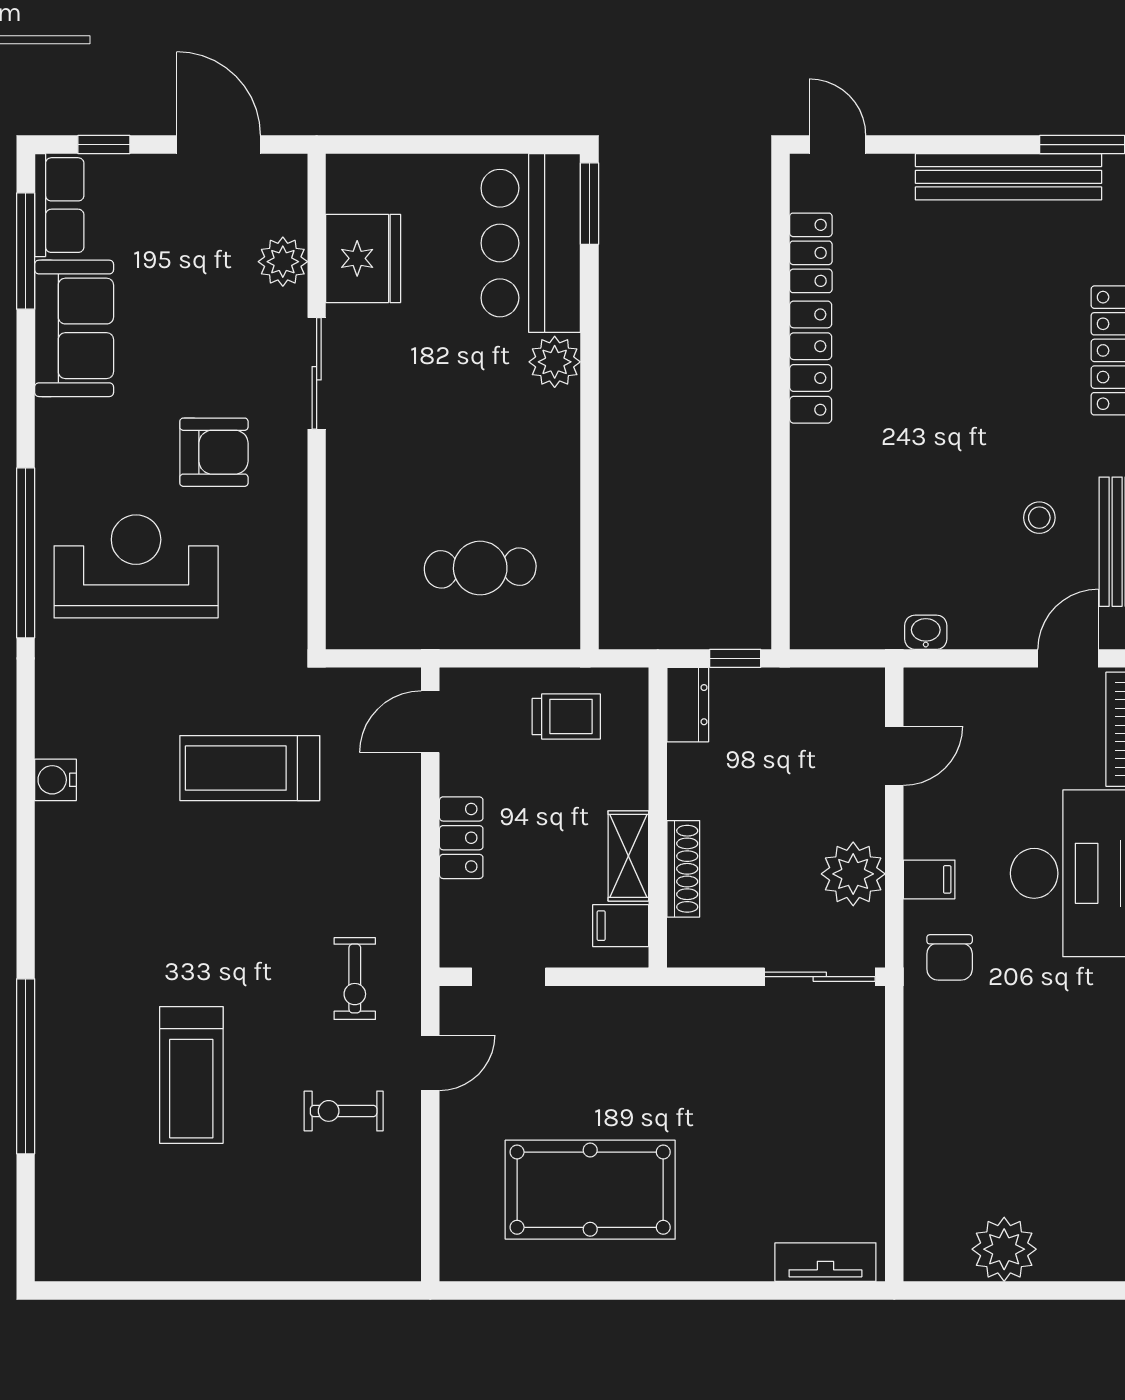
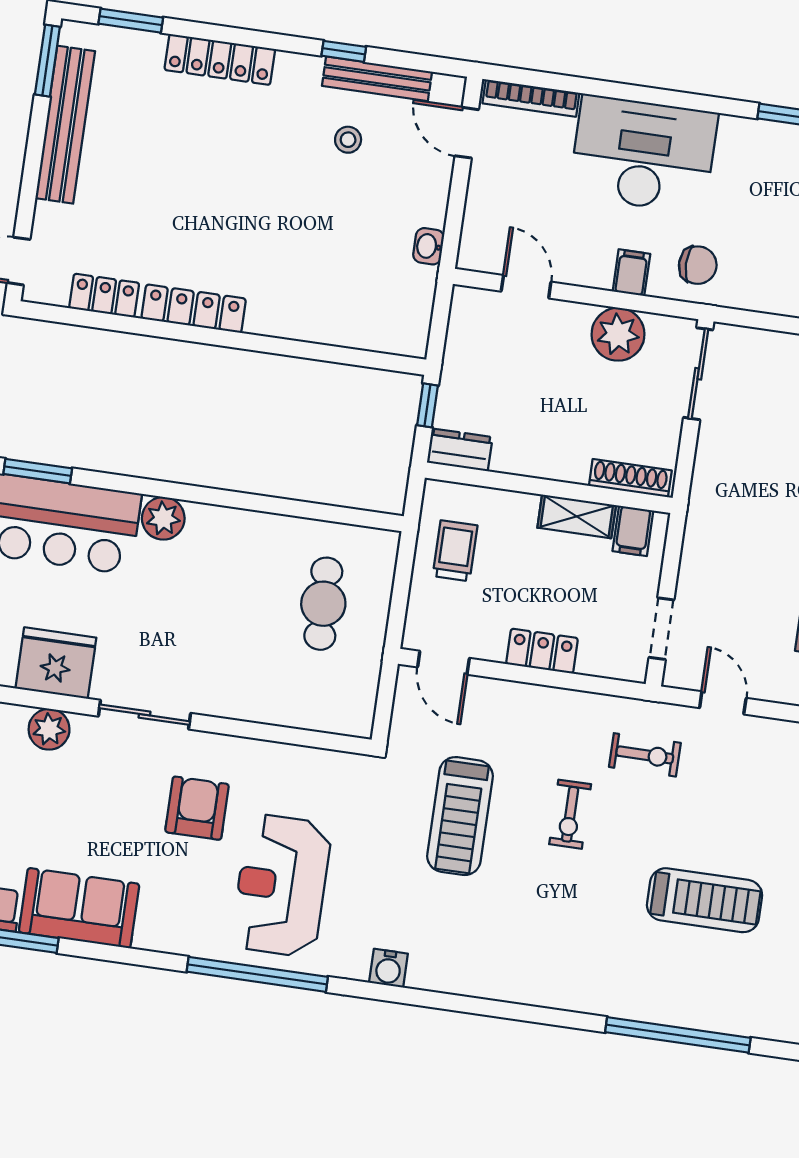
water cooler: (55, 780) -> (388, 968), moved
shoe rack: (683, 869) -> (630, 478), moved
exercise bike: (344, 1111) -> (570, 814), moved

